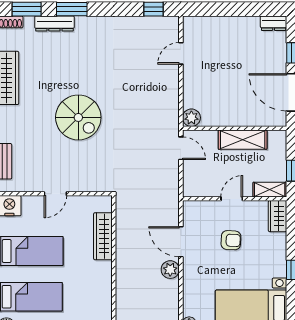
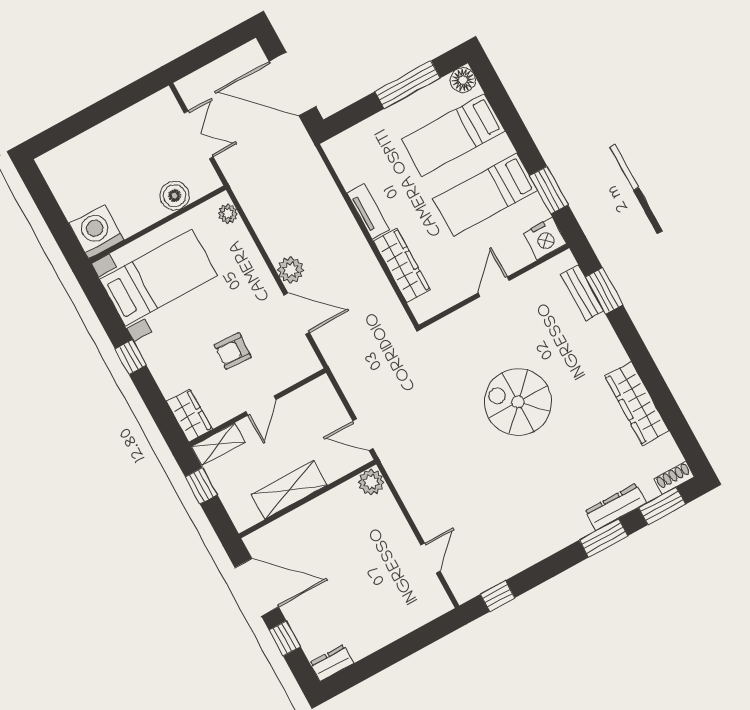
tv unit: (105, 279) -> (368, 211), added

